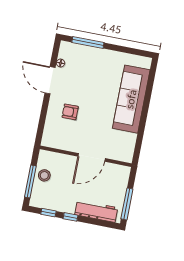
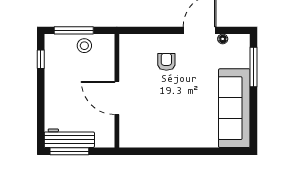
sofa: (131, 99) -> (234, 108), moved, turned -90
workbench: (96, 211) -> (69, 138), moved, turned -90
window: (71, 217) -> (41, 87), removed

